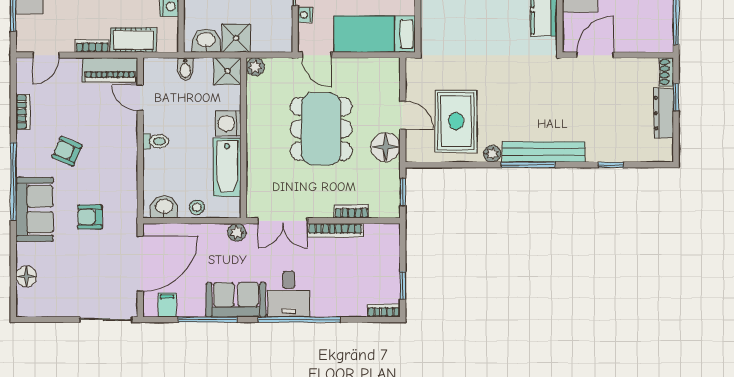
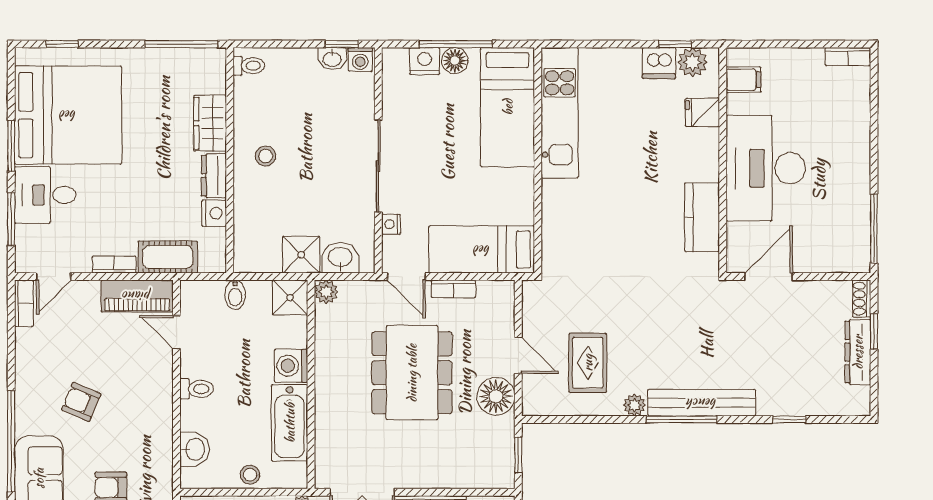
washbasin: (206, 41) -> (340, 258), moved
bookcase: (23, 112) -> (24, 303), moved
rug: (456, 121) -> (588, 363), width x0.73, depth x0.70
washbasin: (164, 207) -> (194, 449), moved, turned 90
bookcase: (351, 211) -> (453, 289), moved, turned 180

